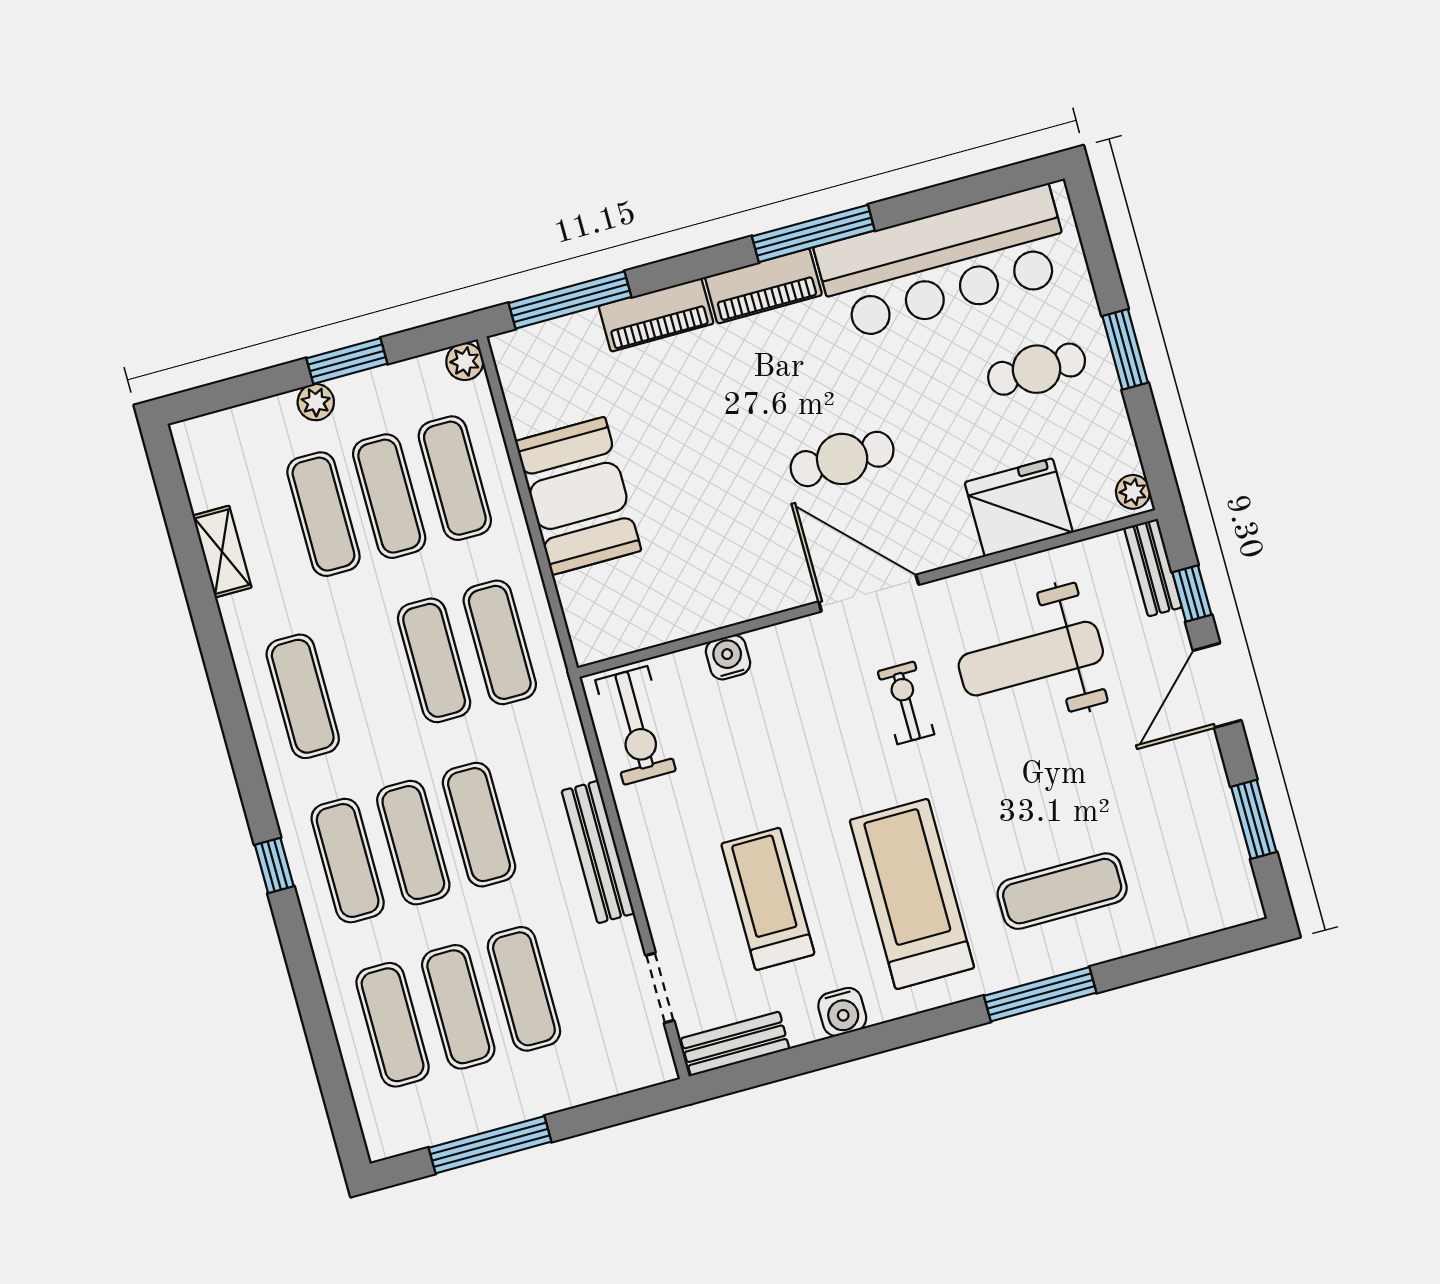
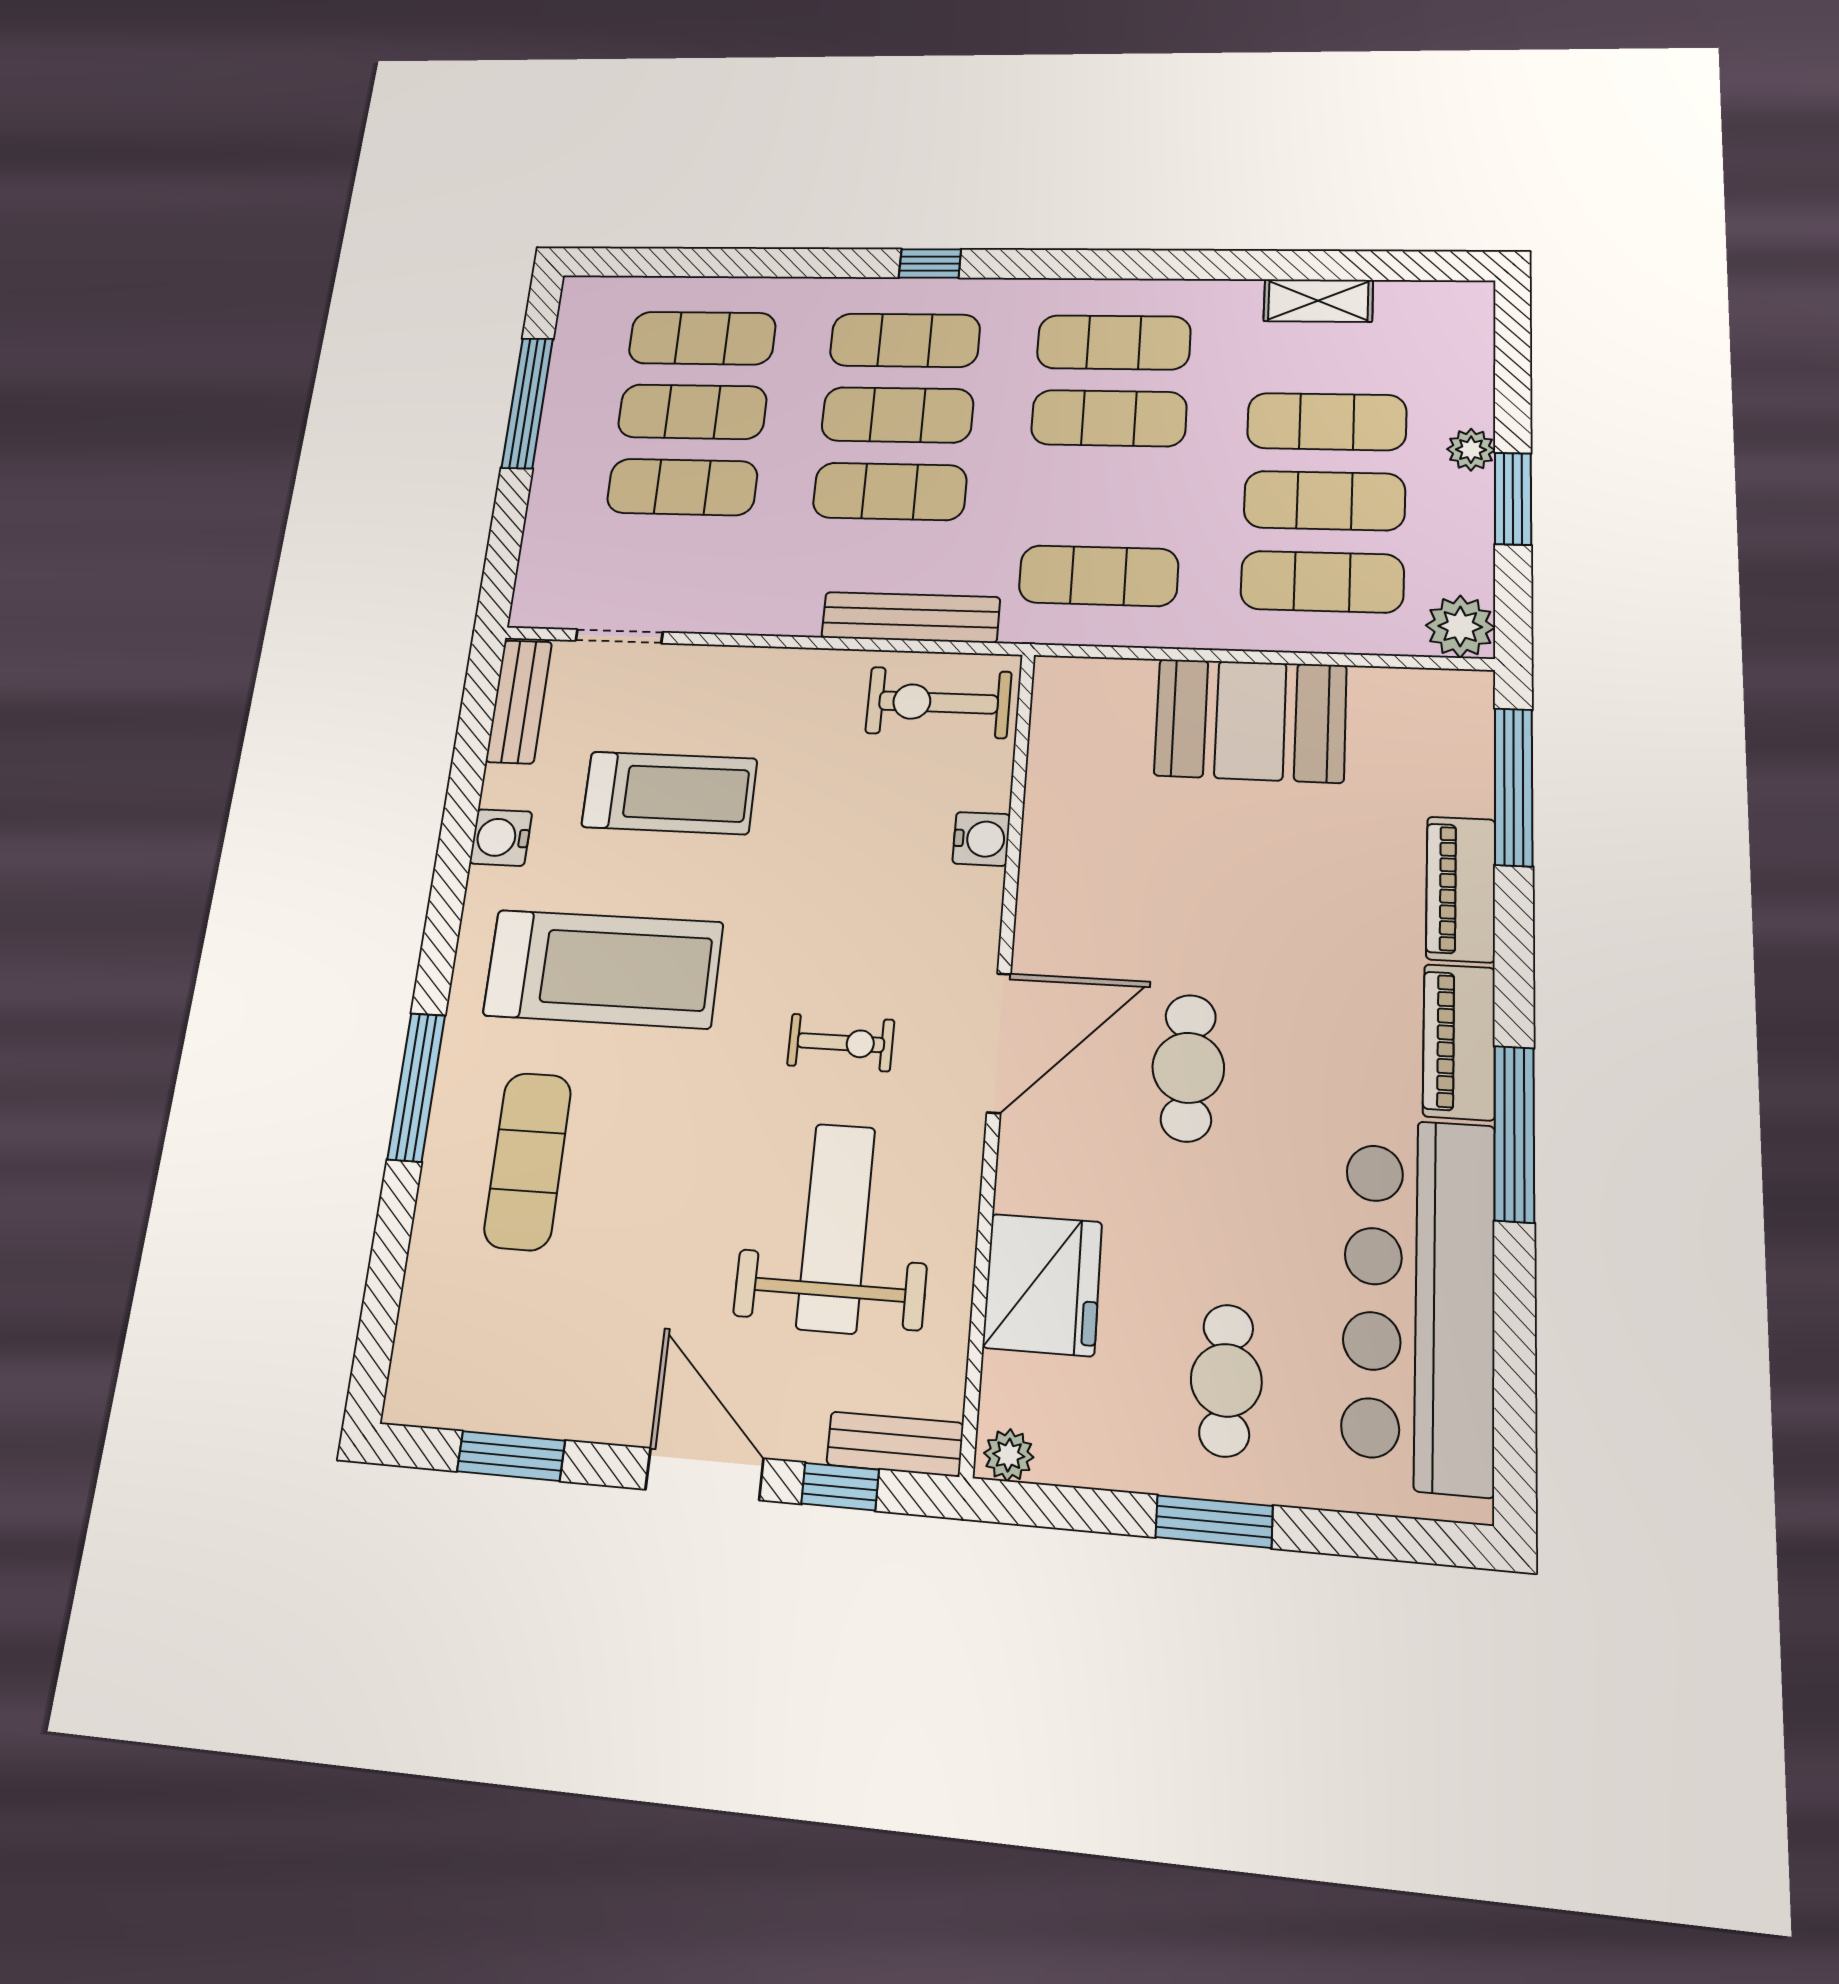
plant: (465, 362) -> (1460, 626), width x1.38, depth x1.38
exercise mat: (434, 660) -> (1109, 418), moved
bench: (598, 852) -> (911, 617), moved

